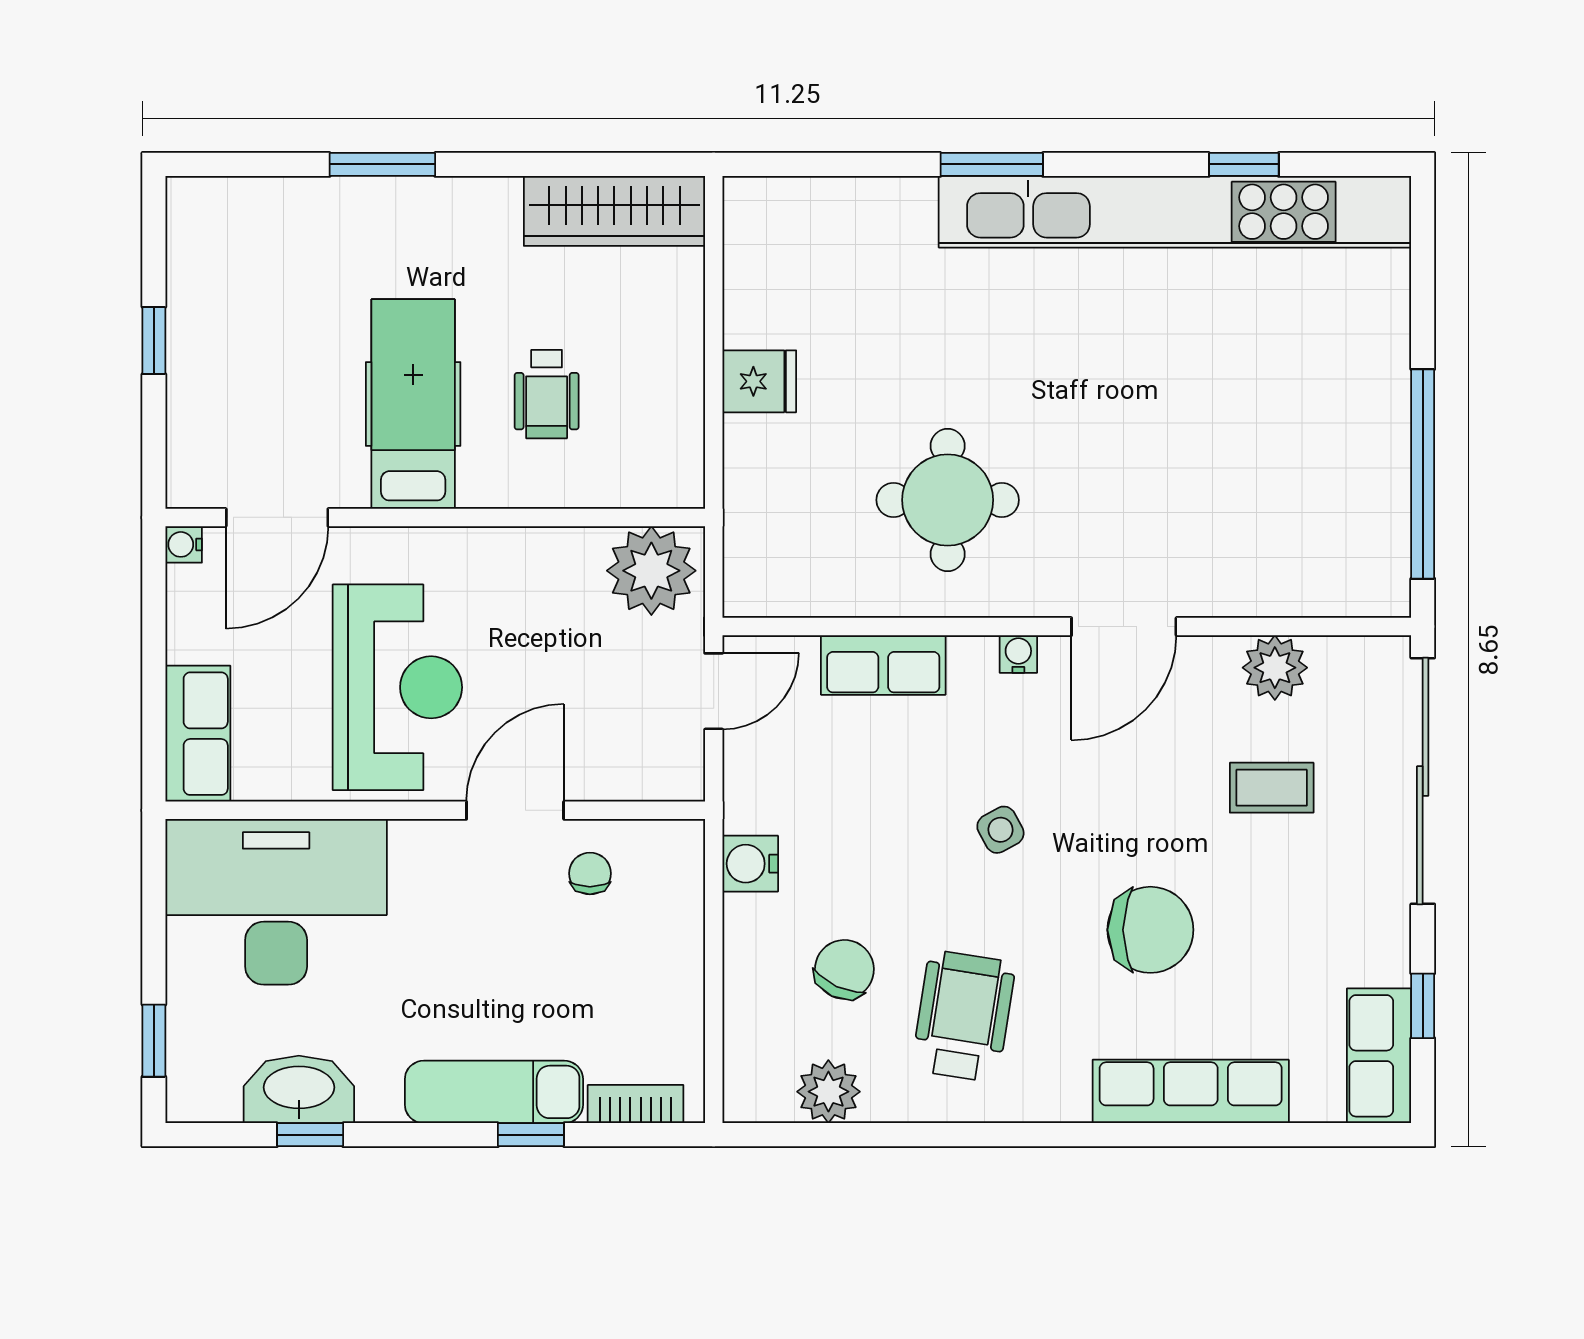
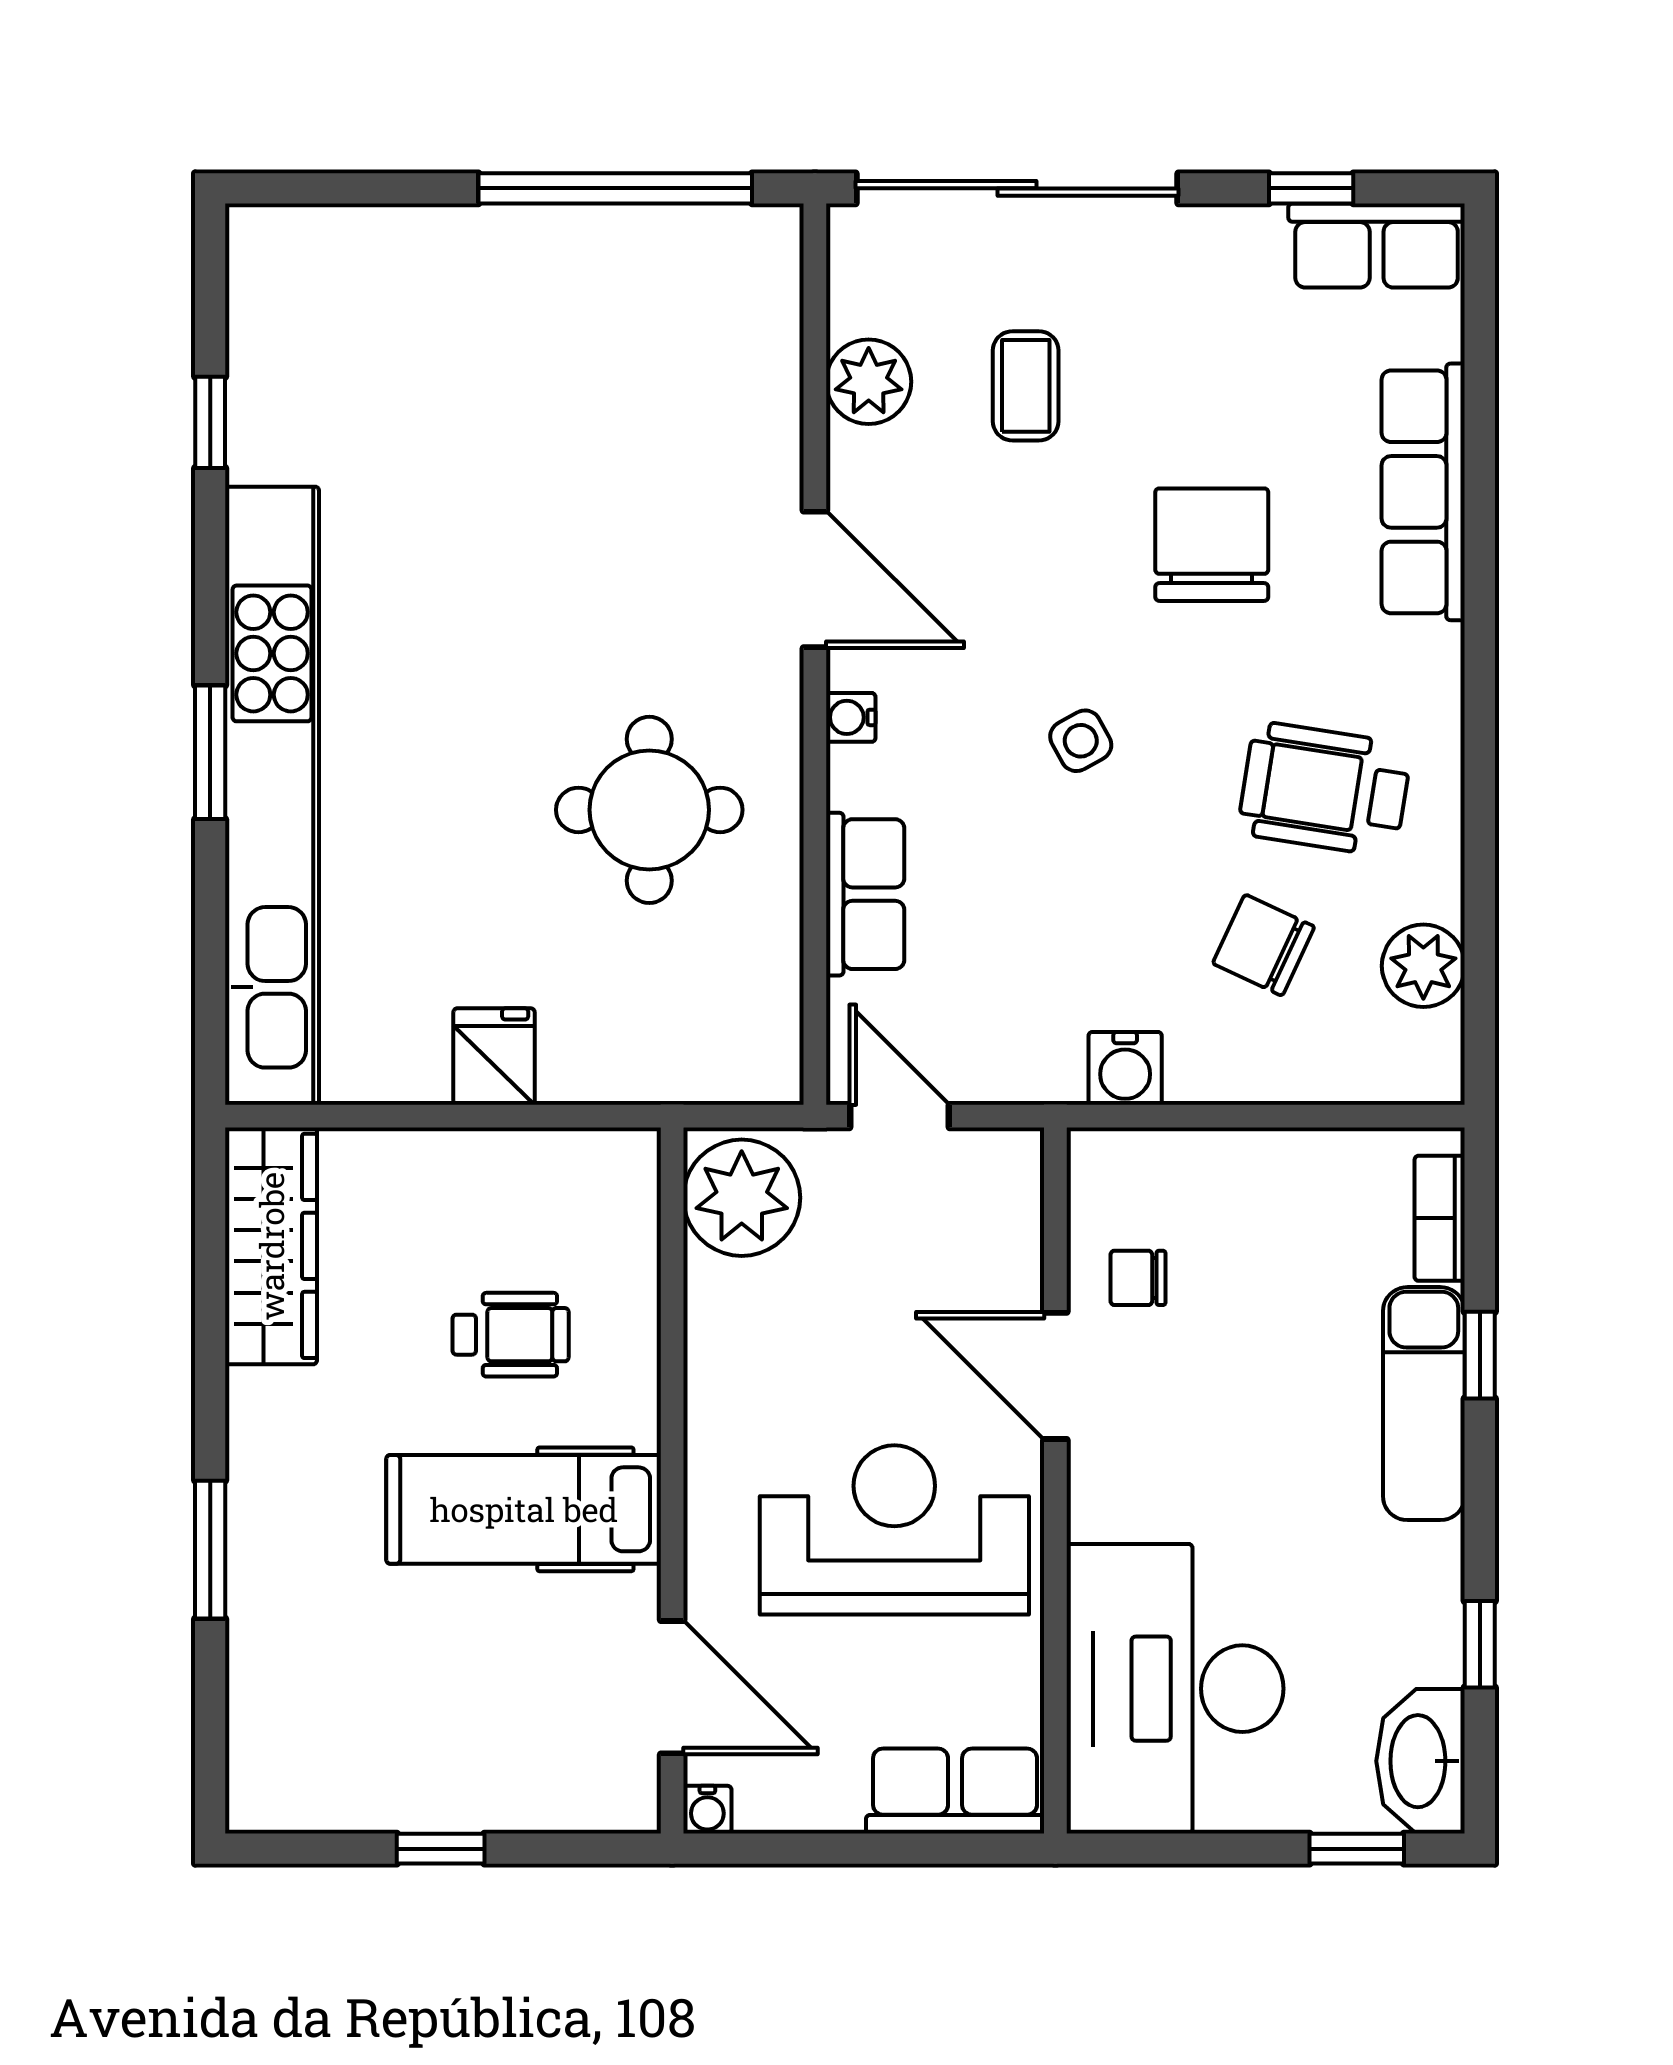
kitchen unit: (1175, 212) -> (272, 796), moved
washbasin: (299, 1089) -> (1421, 1761), moved

